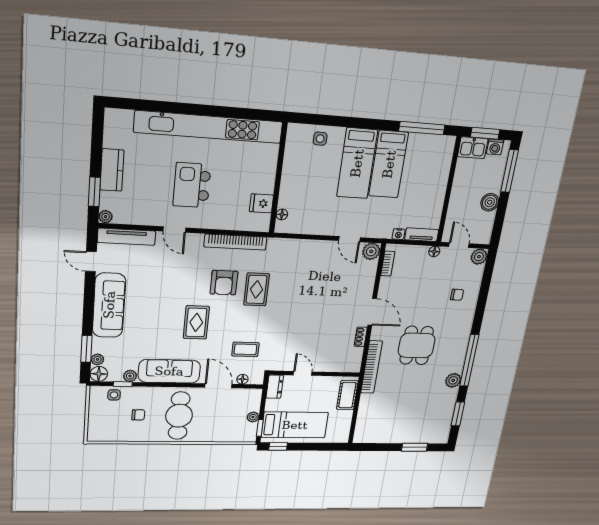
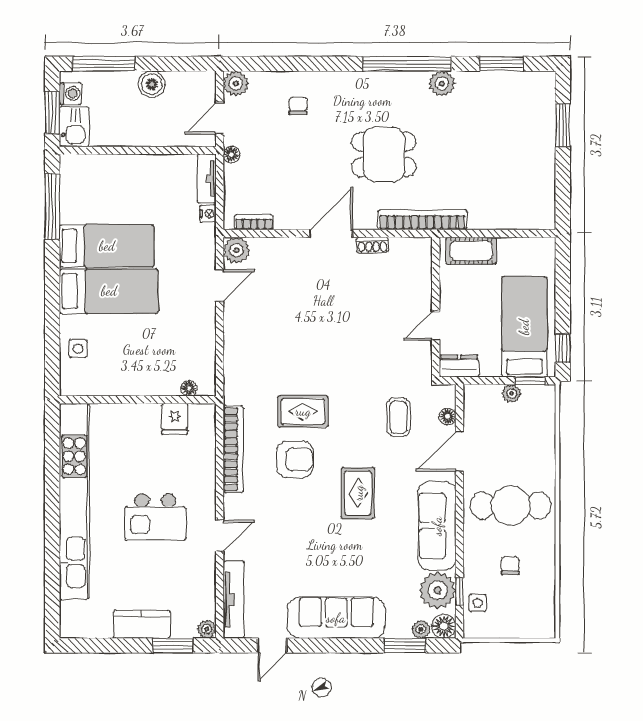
rug: (196, 322) -> (358, 493), turned 90
plant: (130, 376) -> (438, 590), width x1.88, depth x1.88

